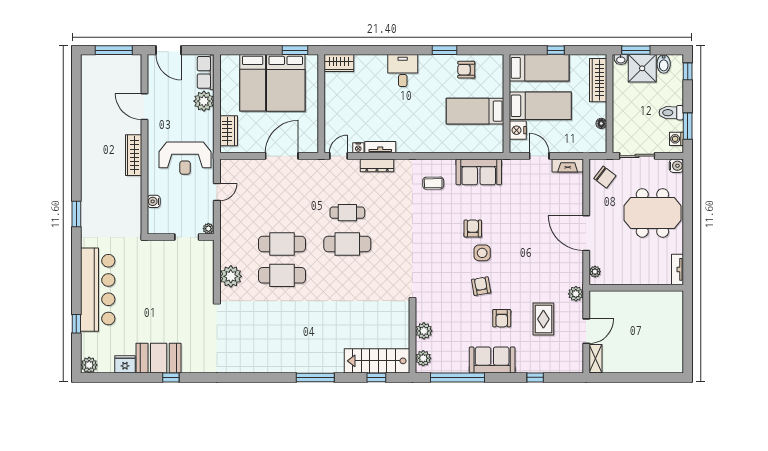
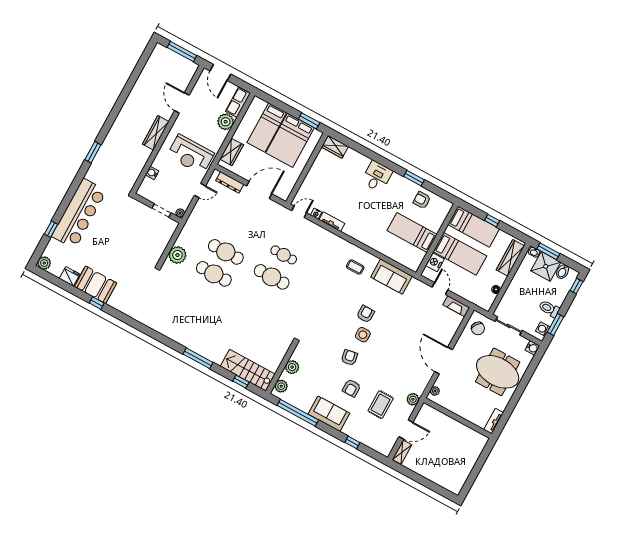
dresser: (377, 165) -> (230, 182), moved

